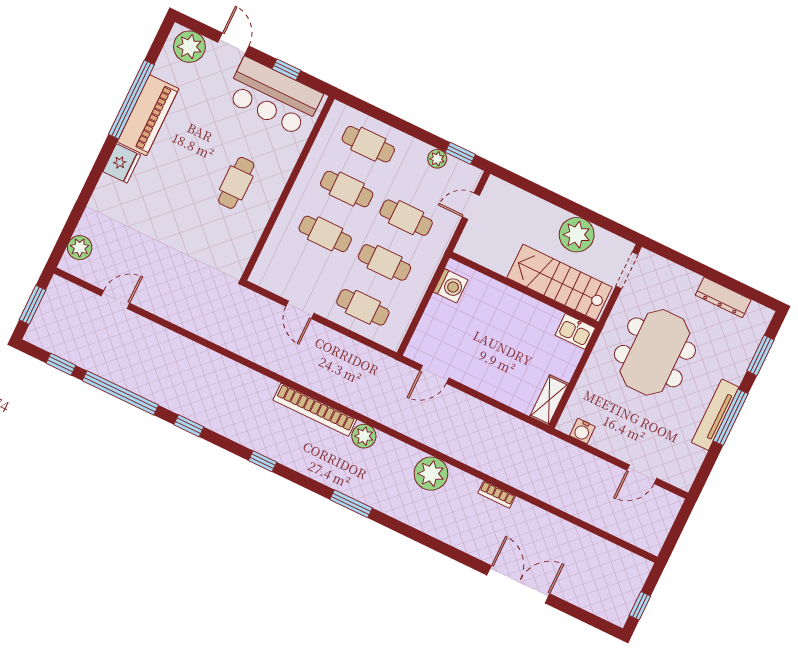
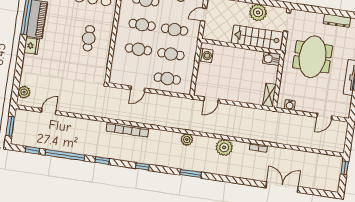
door: (300, 310) -> (138, 89), hinge flipped
bookcase: (315, 410) -> (127, 130), moved
window: (640, 606) -> (345, 168), moved

